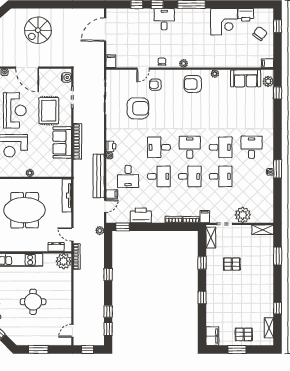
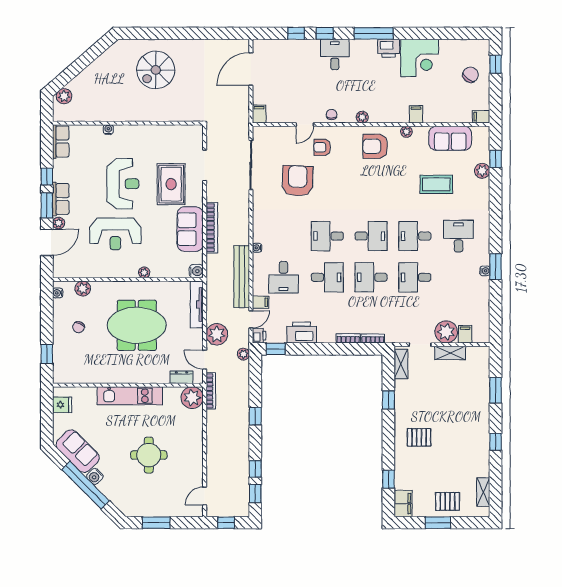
printer: (246, 15) -> (389, 48), moved
filing cabinet: (221, 61) -> (416, 114), added
door: (27, 68) -> (140, 123), removed
water cooler: (67, 77) -> (196, 271), moved
plant: (268, 81) -> (482, 171), moved
armchair: (138, 108) -> (298, 181), turned -88
coffee table: (236, 111) -> (436, 184), added
printer: (111, 146) -> (259, 336), moved
desk: (190, 147) -> (371, 236), turned 90
desk: (221, 147) -> (415, 236), turned 180
desk: (190, 176) -> (371, 277), turned 180
desk: (221, 176) -> (415, 277), turned 180
plant: (81, 217) -> (217, 334), added
filing cabinet: (205, 217) -> (465, 334), moved
shelving: (263, 230) -> (450, 353), moved
pallet: (232, 264) -> (419, 437), moved
window: (202, 297) -> (388, 479), moved
window: (278, 308) -> (496, 442), moved

